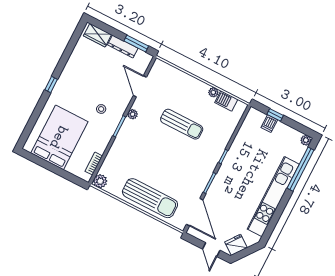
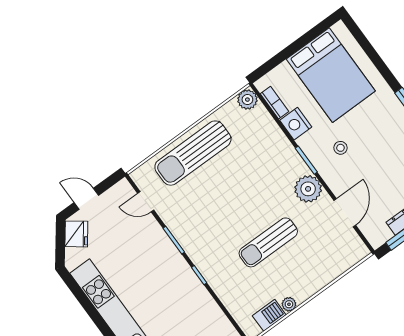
door: (140, 86) -> (345, 213), hinge flipped
plant: (133, 114) -> (308, 189), width x1.88, depth x1.88
nightstand: (100, 144) -> (296, 124), added
door: (195, 212) -> (146, 202), width x0.53

